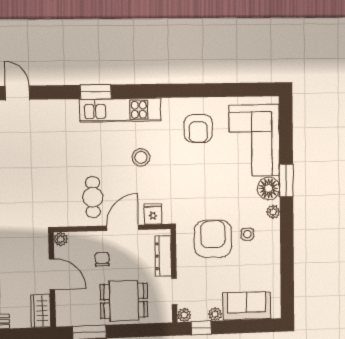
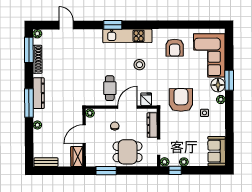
armchair: (213, 239) -> (181, 100), moved
door: (52, 274) -> (84, 134), swing flipped
sofa: (247, 306) -> (217, 151), moved, turned -90

